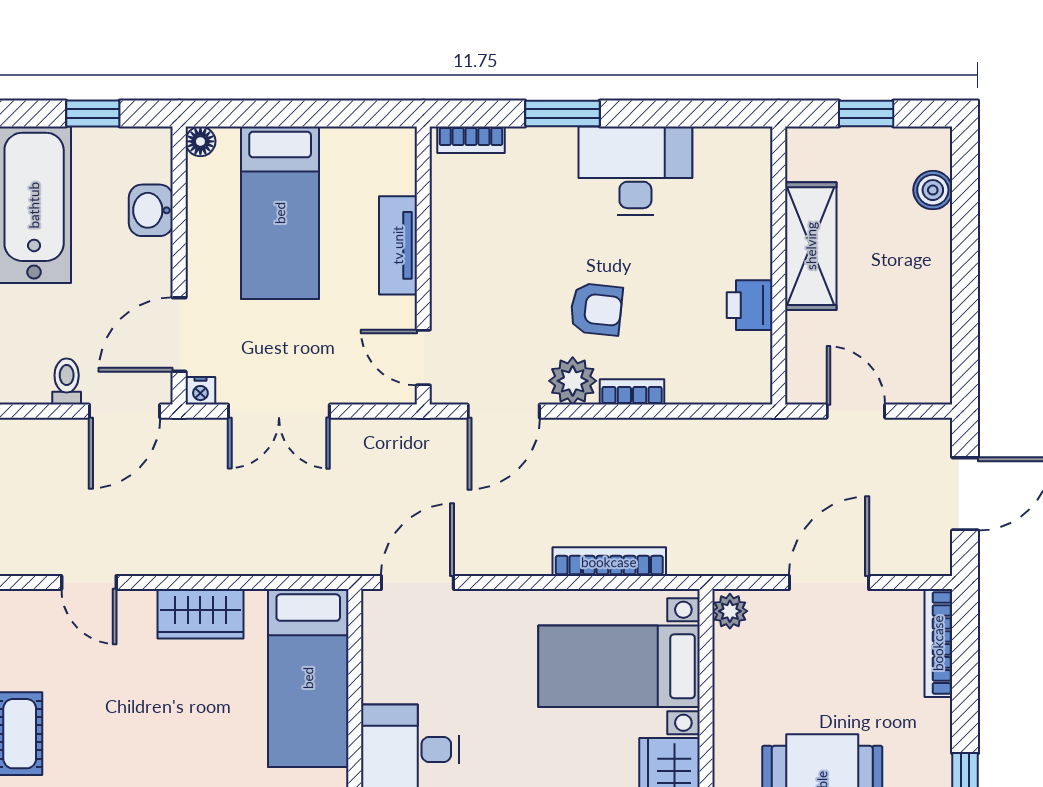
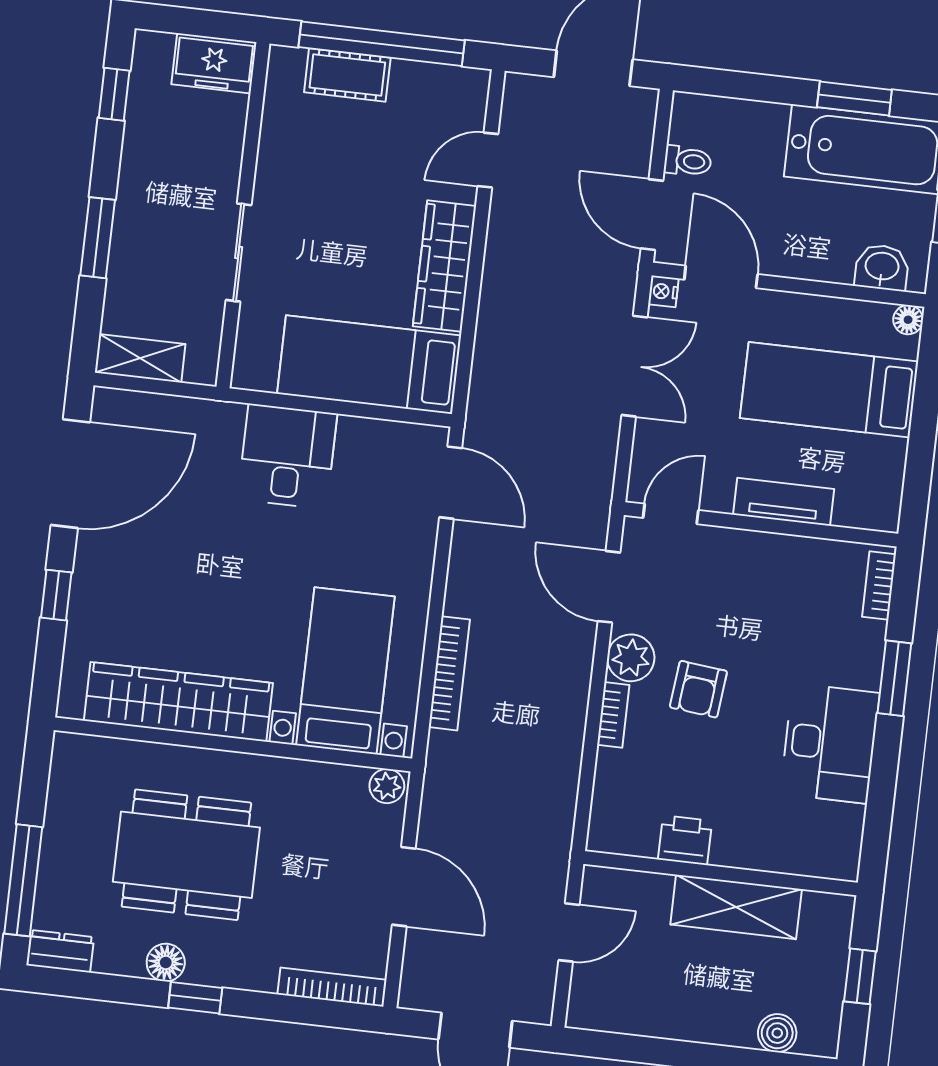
washbasin: (151, 210) -> (882, 267), moved
double door: (279, 411) -> (634, 366), swing flipped
wardrobe: (200, 614) -> (445, 266), width x1.50

